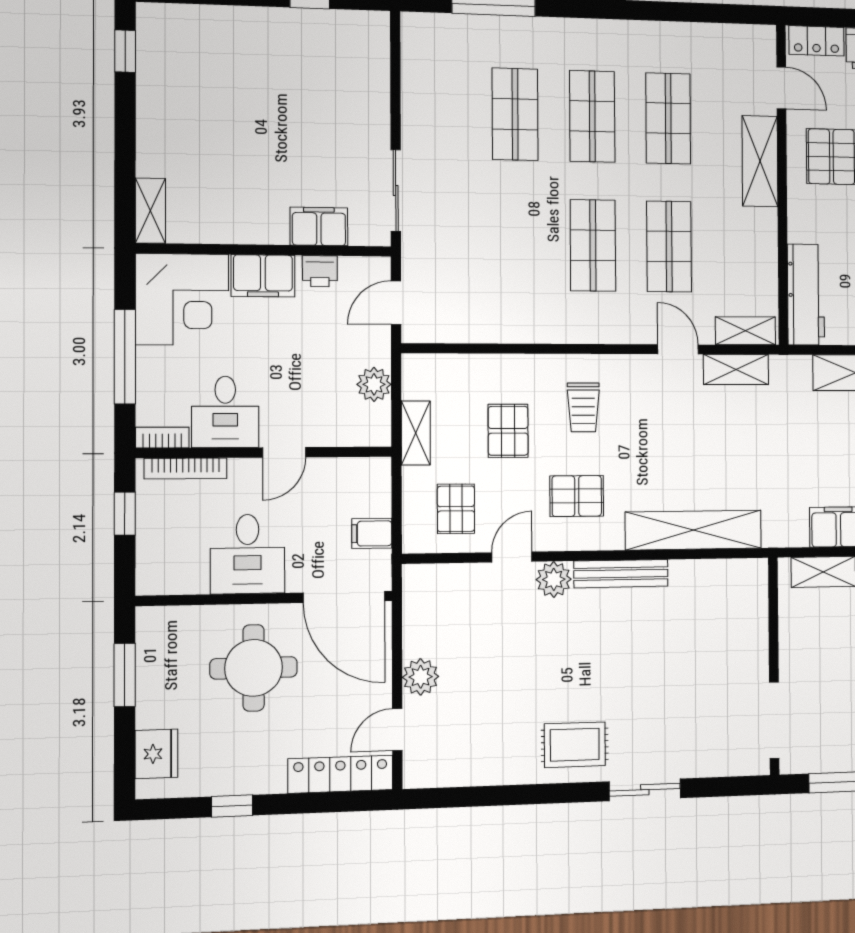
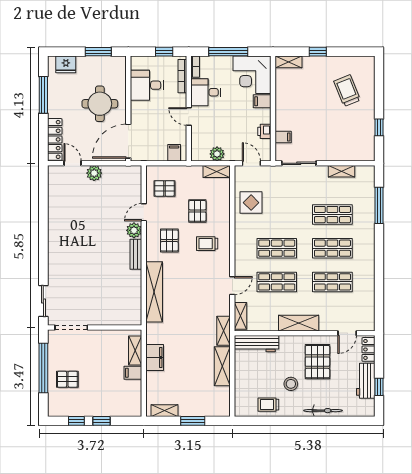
window: (125, 51) -> (318, 52), moved
trolley: (221, 71) -> (347, 91), added
shelving: (414, 90) -> (342, 171), added
shelving: (760, 161) -> (299, 323), moved
filing cabinet: (319, 227) -> (283, 137), width x0.50
filing cabinet: (263, 276) -> (262, 101), width x0.50
display table: (488, 304) -> (251, 203), added
shelving: (736, 369) -> (224, 331), moved
pallet: (508, 431) -> (197, 211), turned 90
shelving: (416, 433) -> (217, 171), moved
filing cabinet: (372, 533) -> (174, 153), moved
desk: (248, 554) -> (147, 85), moved
door: (512, 557) -> (144, 212), swing flipped
bench: (621, 574) -> (136, 254), width x0.73
rug: (575, 745) -> (64, 239), removed
sliding door: (645, 790) -> (43, 301), moved
window: (232, 806) -> (43, 95), width x2.17

